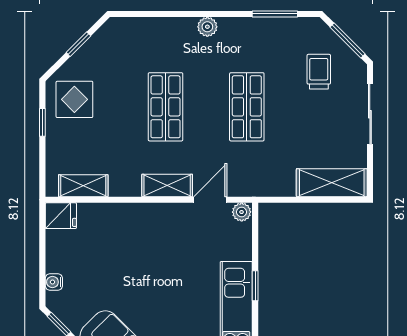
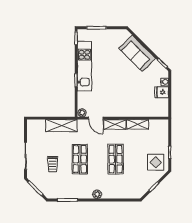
trolley: (319, 72) -> (53, 164), moved
shelving: (332, 183) -> (61, 126), moved
shelving: (83, 186) -> (138, 124), moved
door: (210, 200) -> (96, 118), hinge flipped
fridge: (61, 216) -> (162, 92), moved

